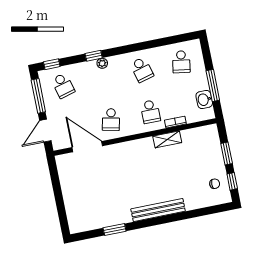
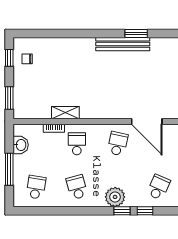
plant: (102, 63) -> (115, 197), width x1.87, depth x1.87
window: (52, 64) -> (145, 211), moved
window: (213, 85) -> (9, 169), moved
school desk: (63, 86) -> (158, 187), turned 39
window: (227, 153) -> (9, 98), moved
bench: (158, 210) -> (123, 44), moved

